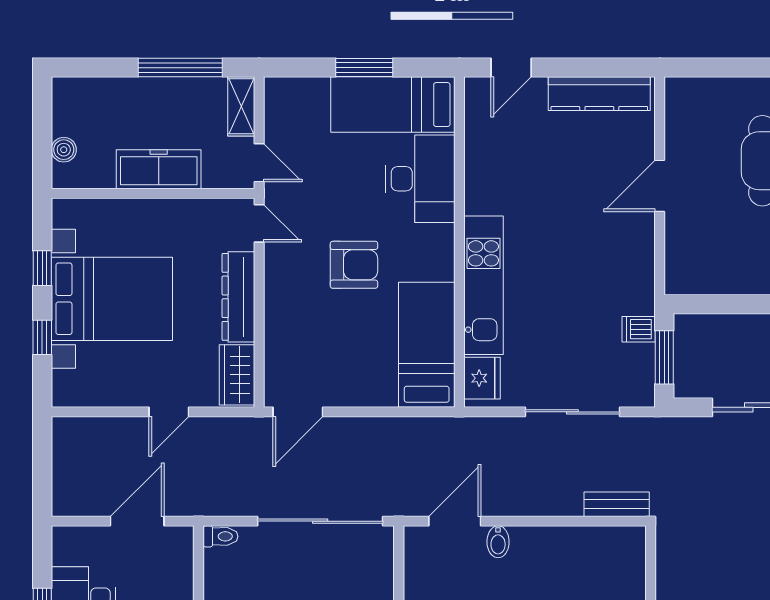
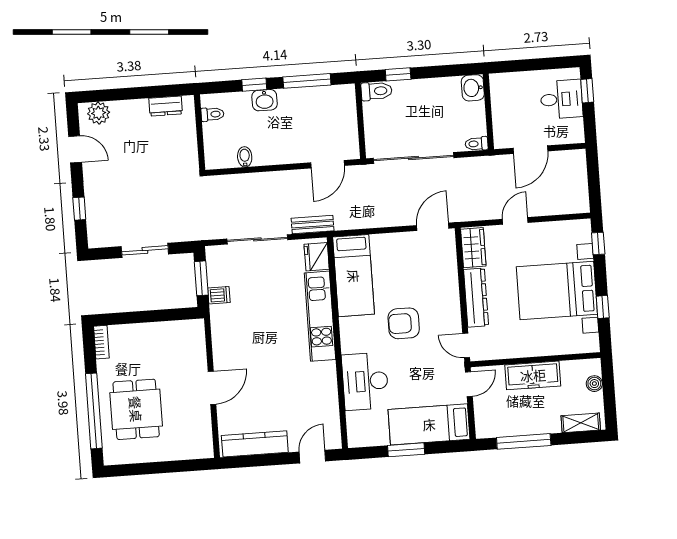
bed: (393, 105) -> (429, 424), moved, turned 180
shelving: (241, 106) -> (581, 423), moved, turned 90
door: (259, 163) -> (469, 384), swing flipped
window: (42, 337) -> (598, 243), moved
bench: (617, 504) -> (313, 224), moved
bidet: (498, 542) -> (245, 157), moved

